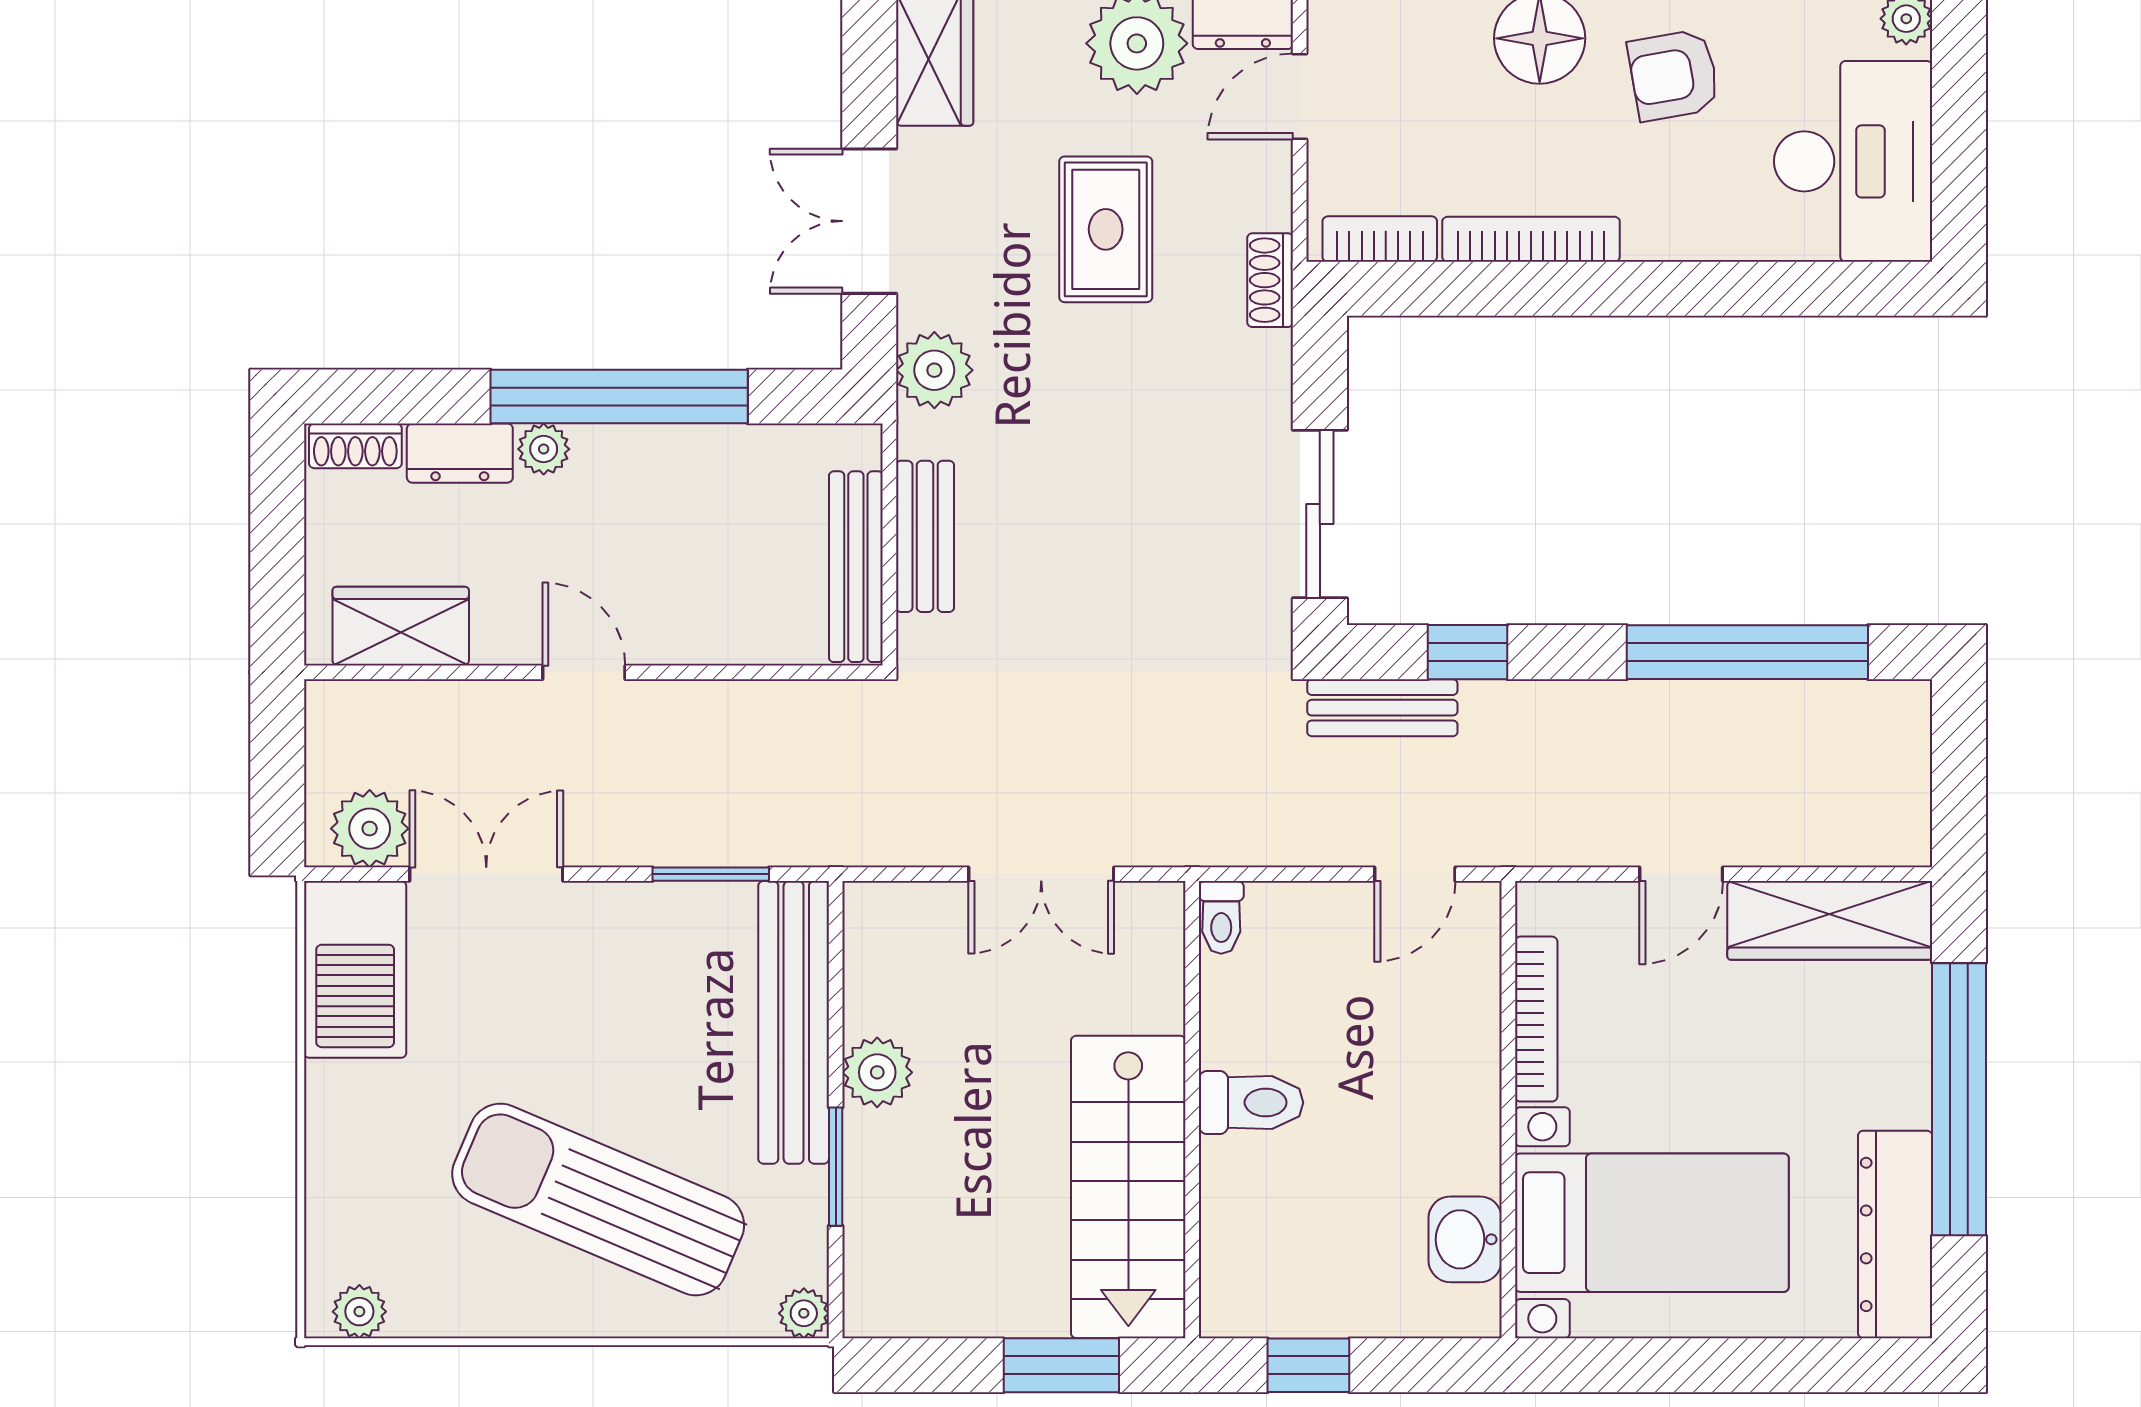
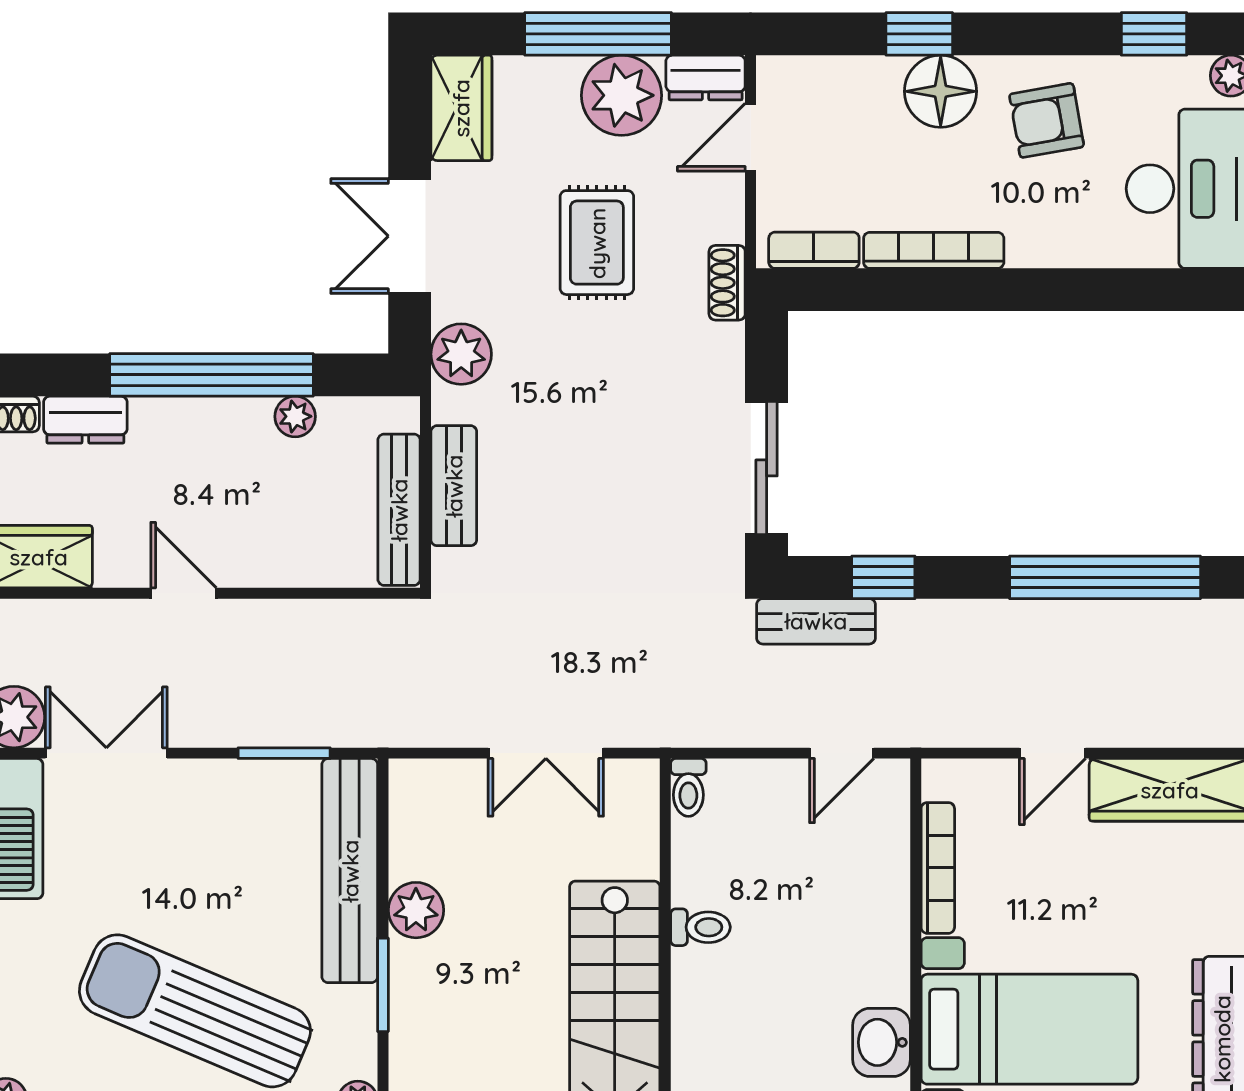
plant: (544, 449) -> (295, 416), moved
toilet: (1251, 1103) -> (700, 927), width x0.73, depth x0.72

